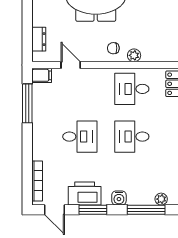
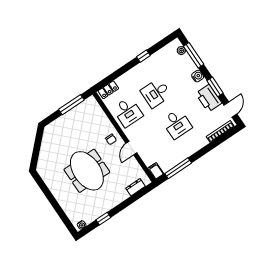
plant: (134, 55) -> (107, 124), removed
door: (71, 65) -> (131, 148), moved
desk: (80, 137) -> (177, 124), turned 180
desk: (132, 137) -> (156, 93), turned 90

